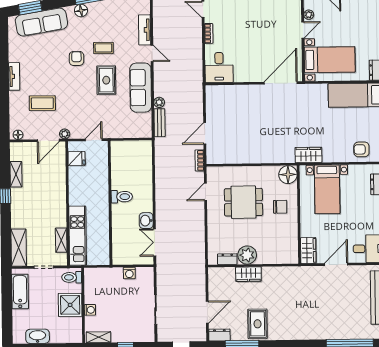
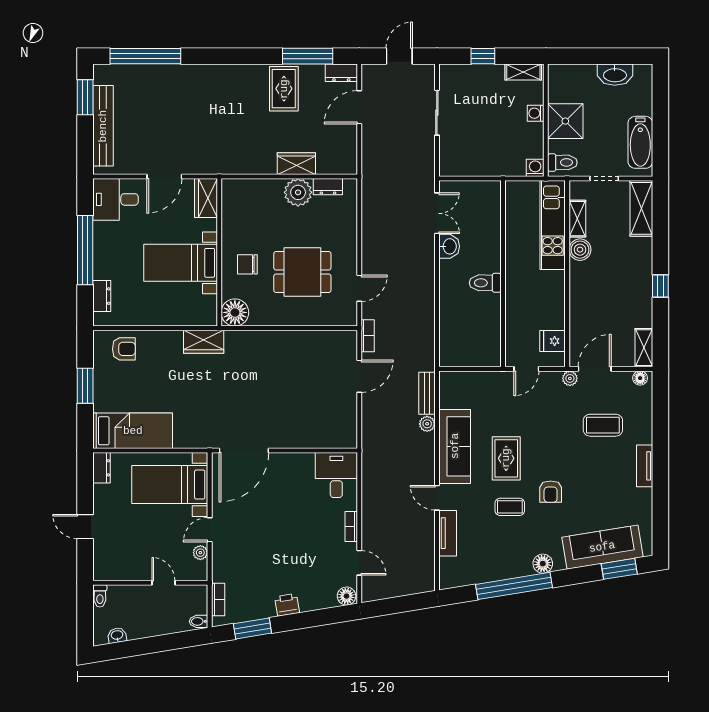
shelving: (16, 174) -> (644, 348), moved
bed with nightstands: (327, 189) -> (181, 263), moved, turned -90
boiler: (59, 220) -> (580, 250), added
washing machine: (129, 273) -> (535, 168), moved

